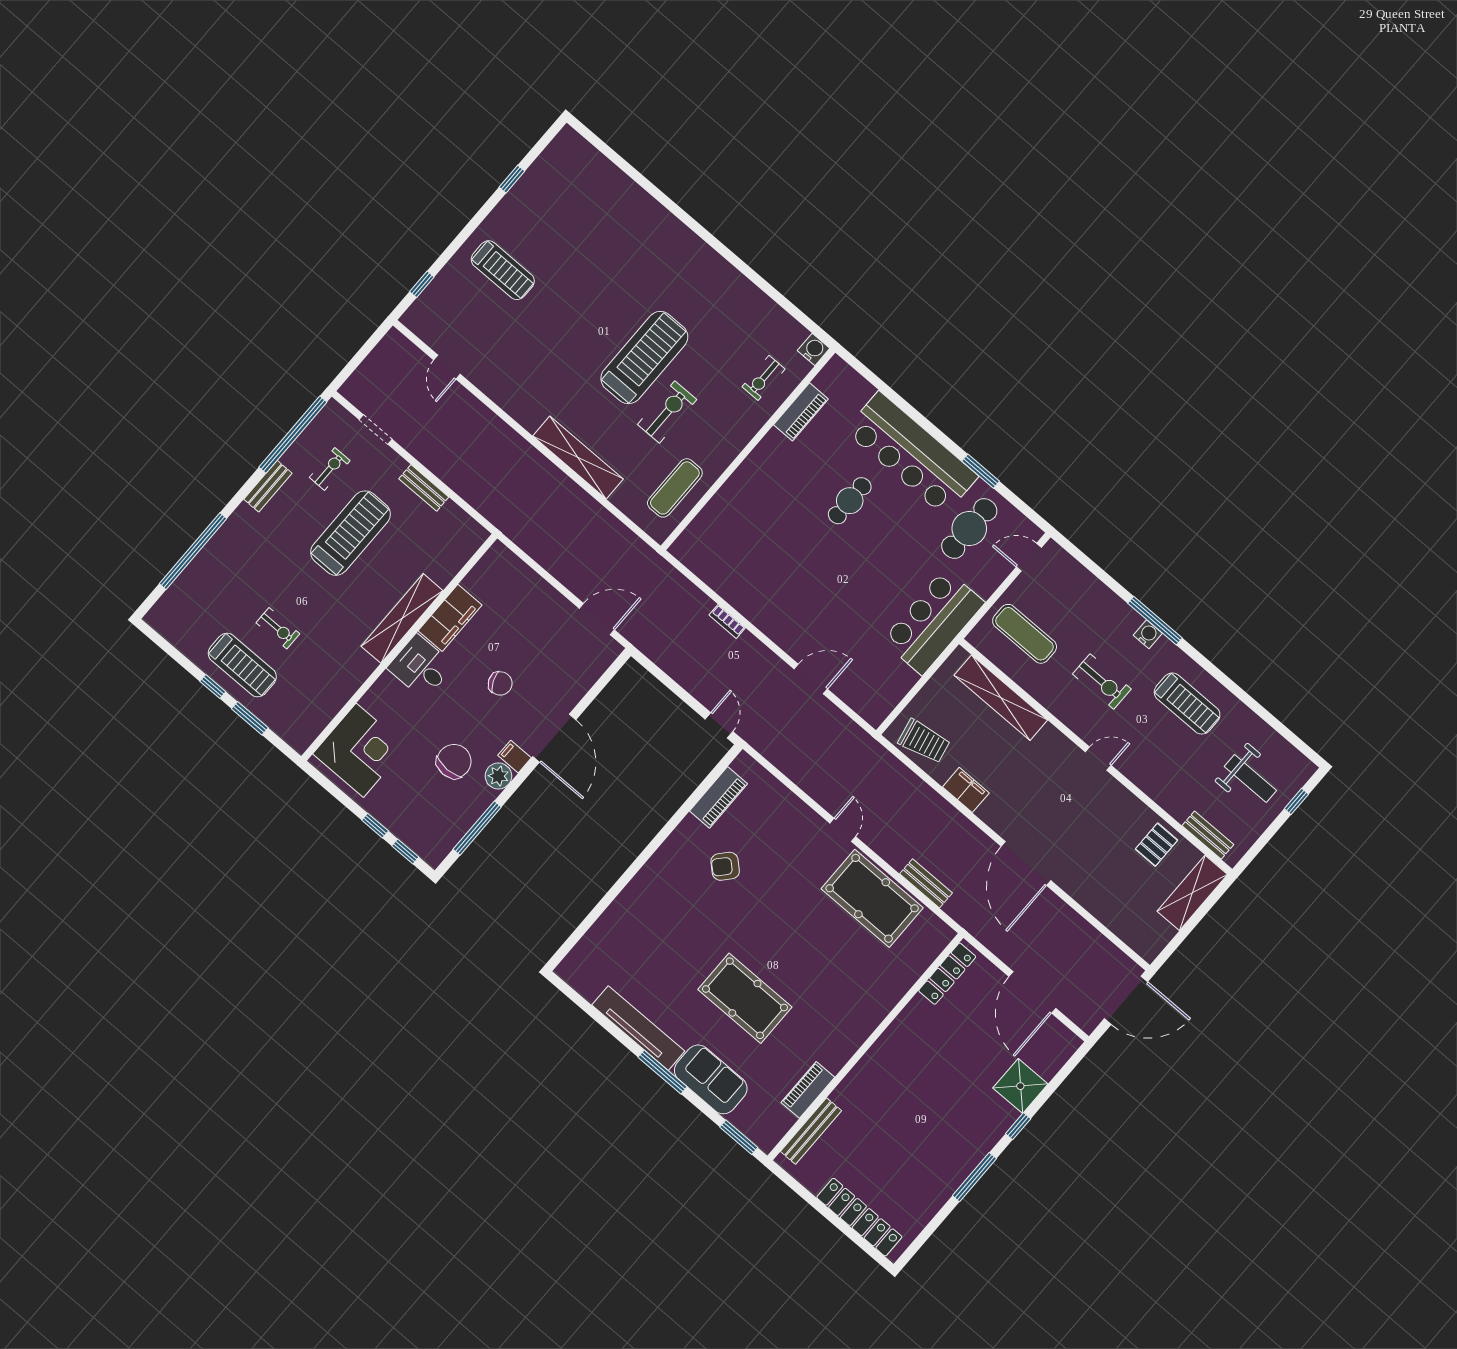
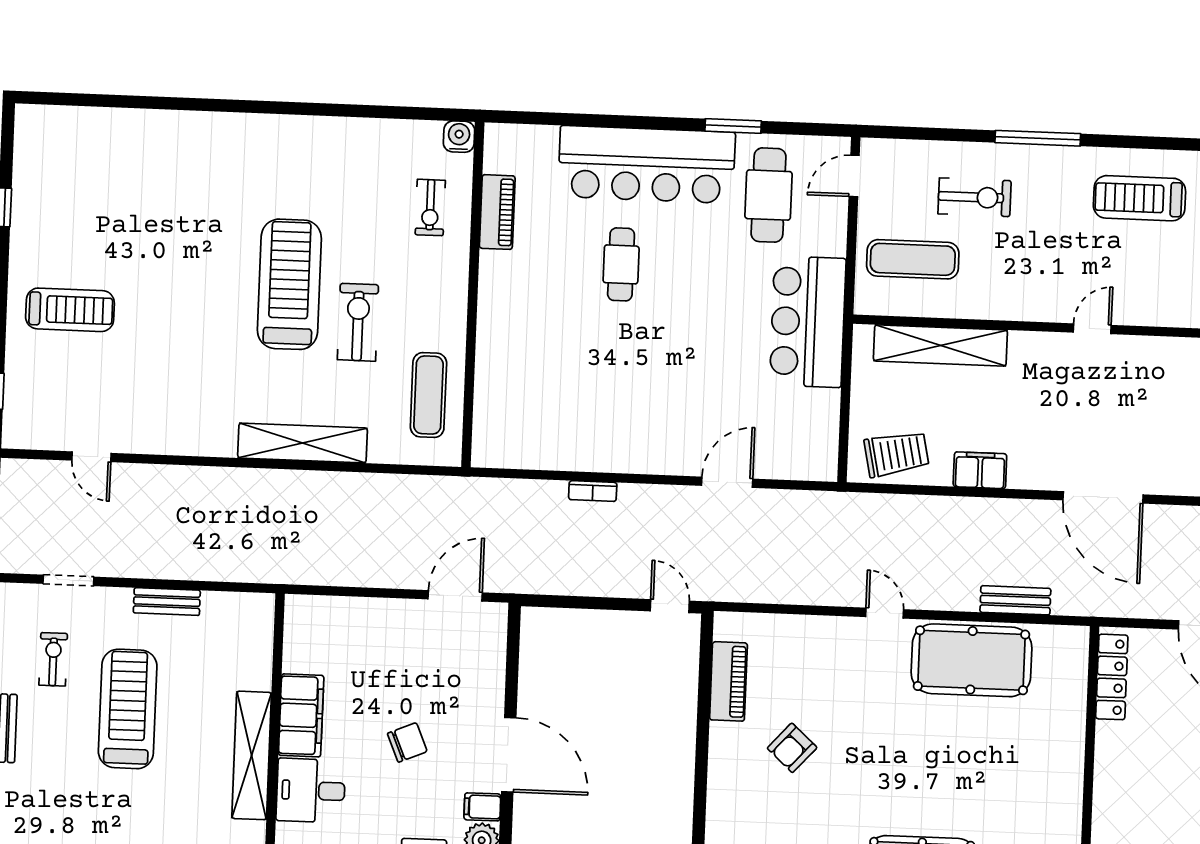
water cooler: (1148, 634) -> (1042, 158), removed
exercise bike: (1102, 682) -> (975, 197), moved
treadmill: (1187, 704) -> (1139, 198), turned 180

